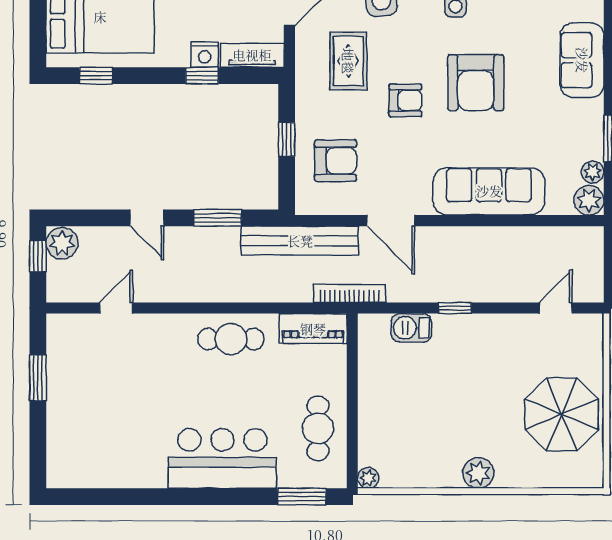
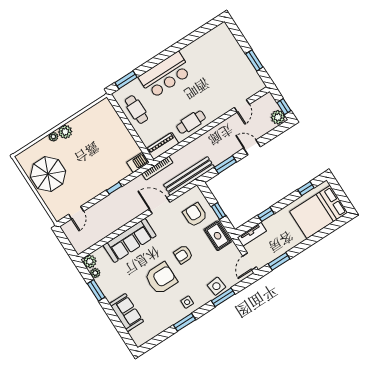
nightstand: (205, 55) -> (270, 223), removed
rug: (348, 61) -> (218, 236), moved
armchair: (476, 83) -> (161, 278), turned 90
armchair: (336, 161) -> (195, 215), turned 90
barbecue: (411, 328) -> (137, 163), moved
plant: (368, 478) -> (53, 137), moved

